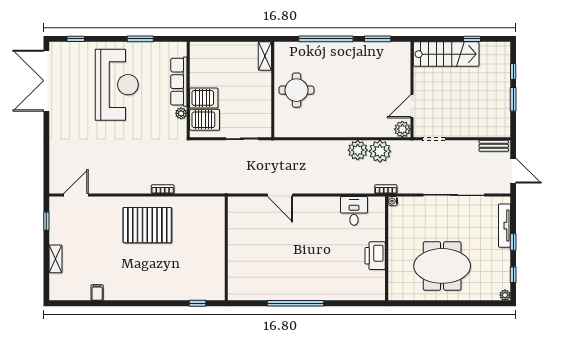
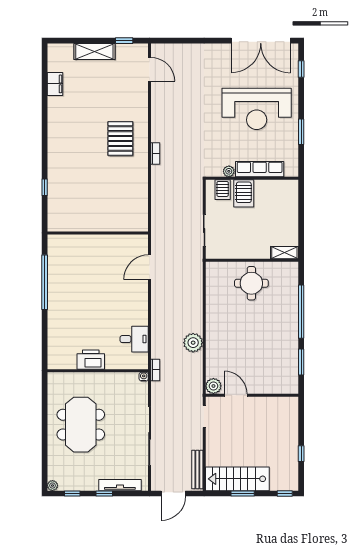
stairs: (446, 54) -> (237, 479), moved, turned 90
window: (513, 72) -> (285, 494), moved
double door: (46, 81) -> (261, 41), swing flipped
server rack: (205, 120) -> (223, 190), width x0.73, depth x0.70
bench: (494, 146) -> (197, 469), width x1.36
plant: (380, 151) -> (192, 364), removed
pallet: (147, 225) -> (120, 139), width x0.73, depth x0.71
wall: (226, 248) -> (98, 233), moved
shelving: (55, 259) -> (94, 51), width x1.50, depth x1.33
filing cabinet: (97, 293) -> (55, 84), width x2.00

